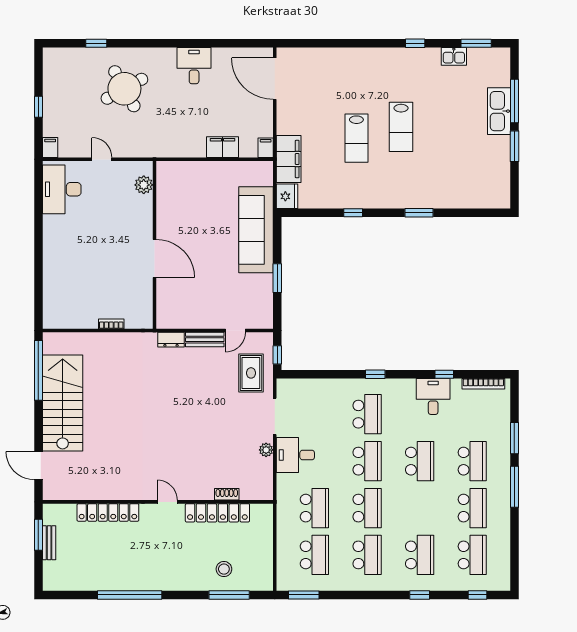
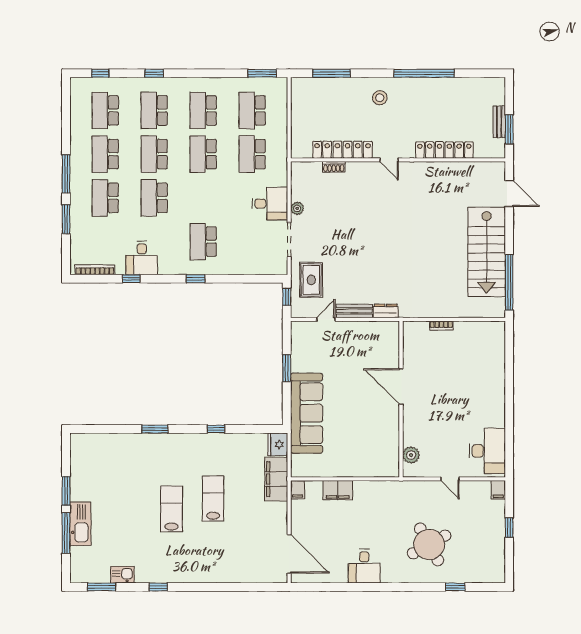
school desk: (367, 461) -> (154, 154), moved
stool: (224, 569) -> (380, 98), moved

